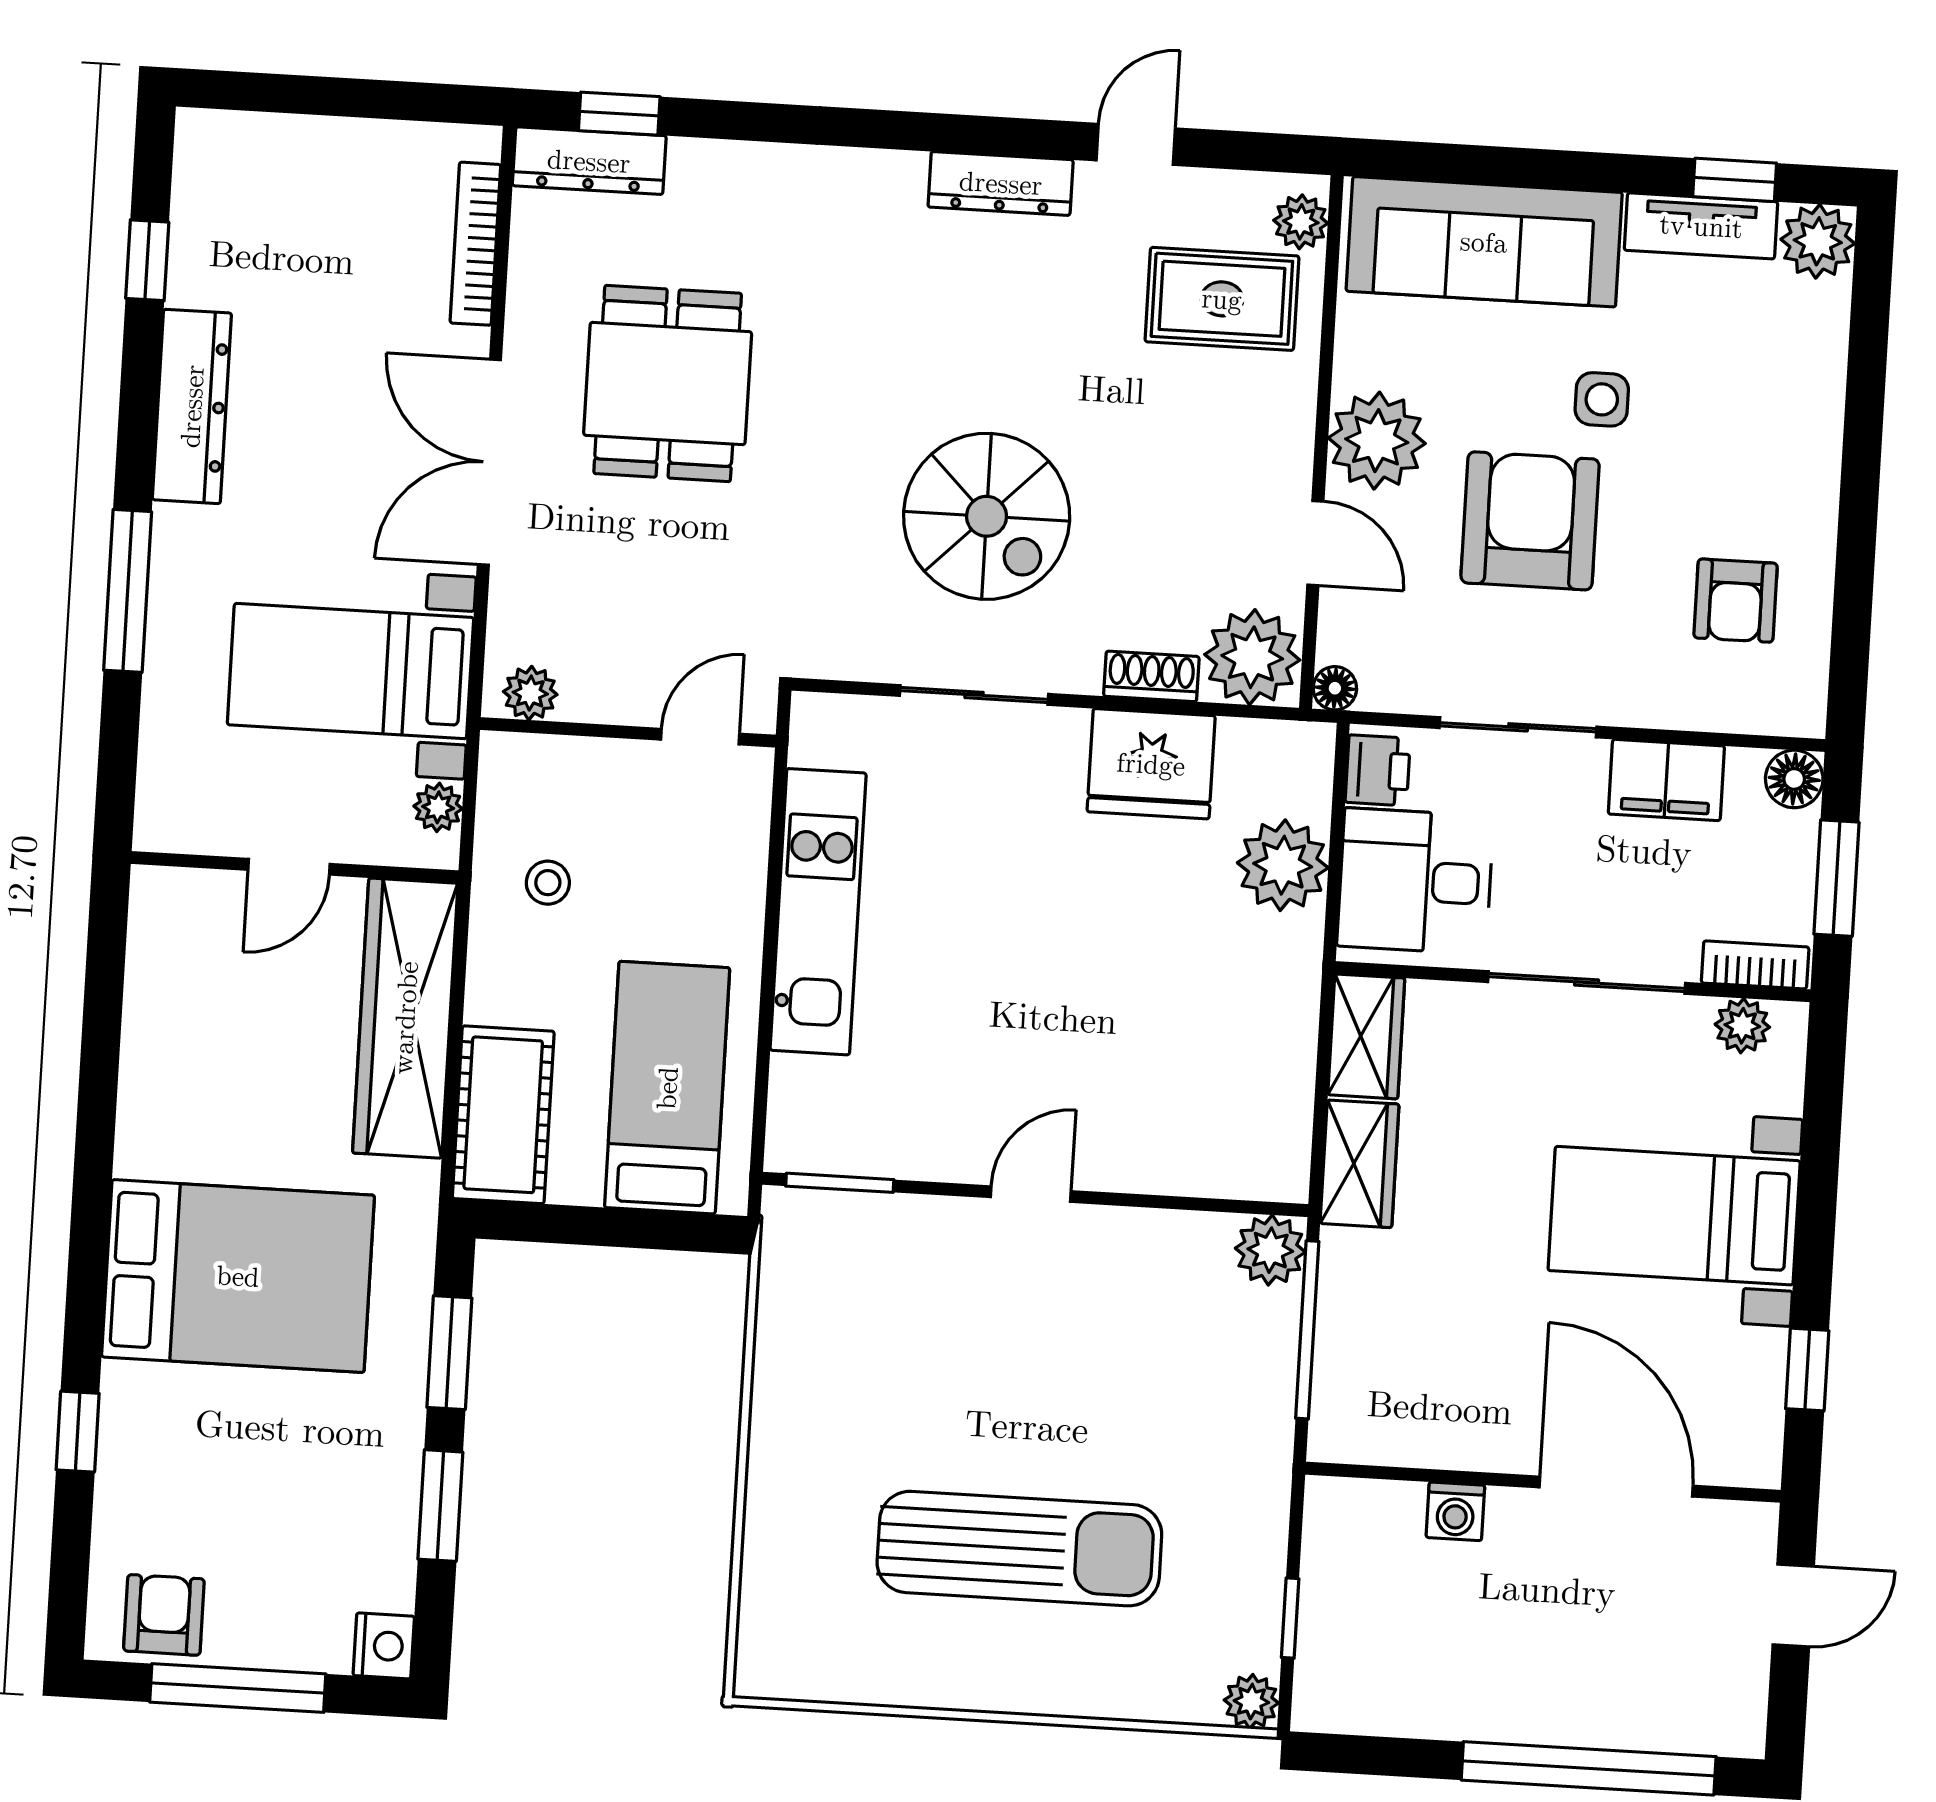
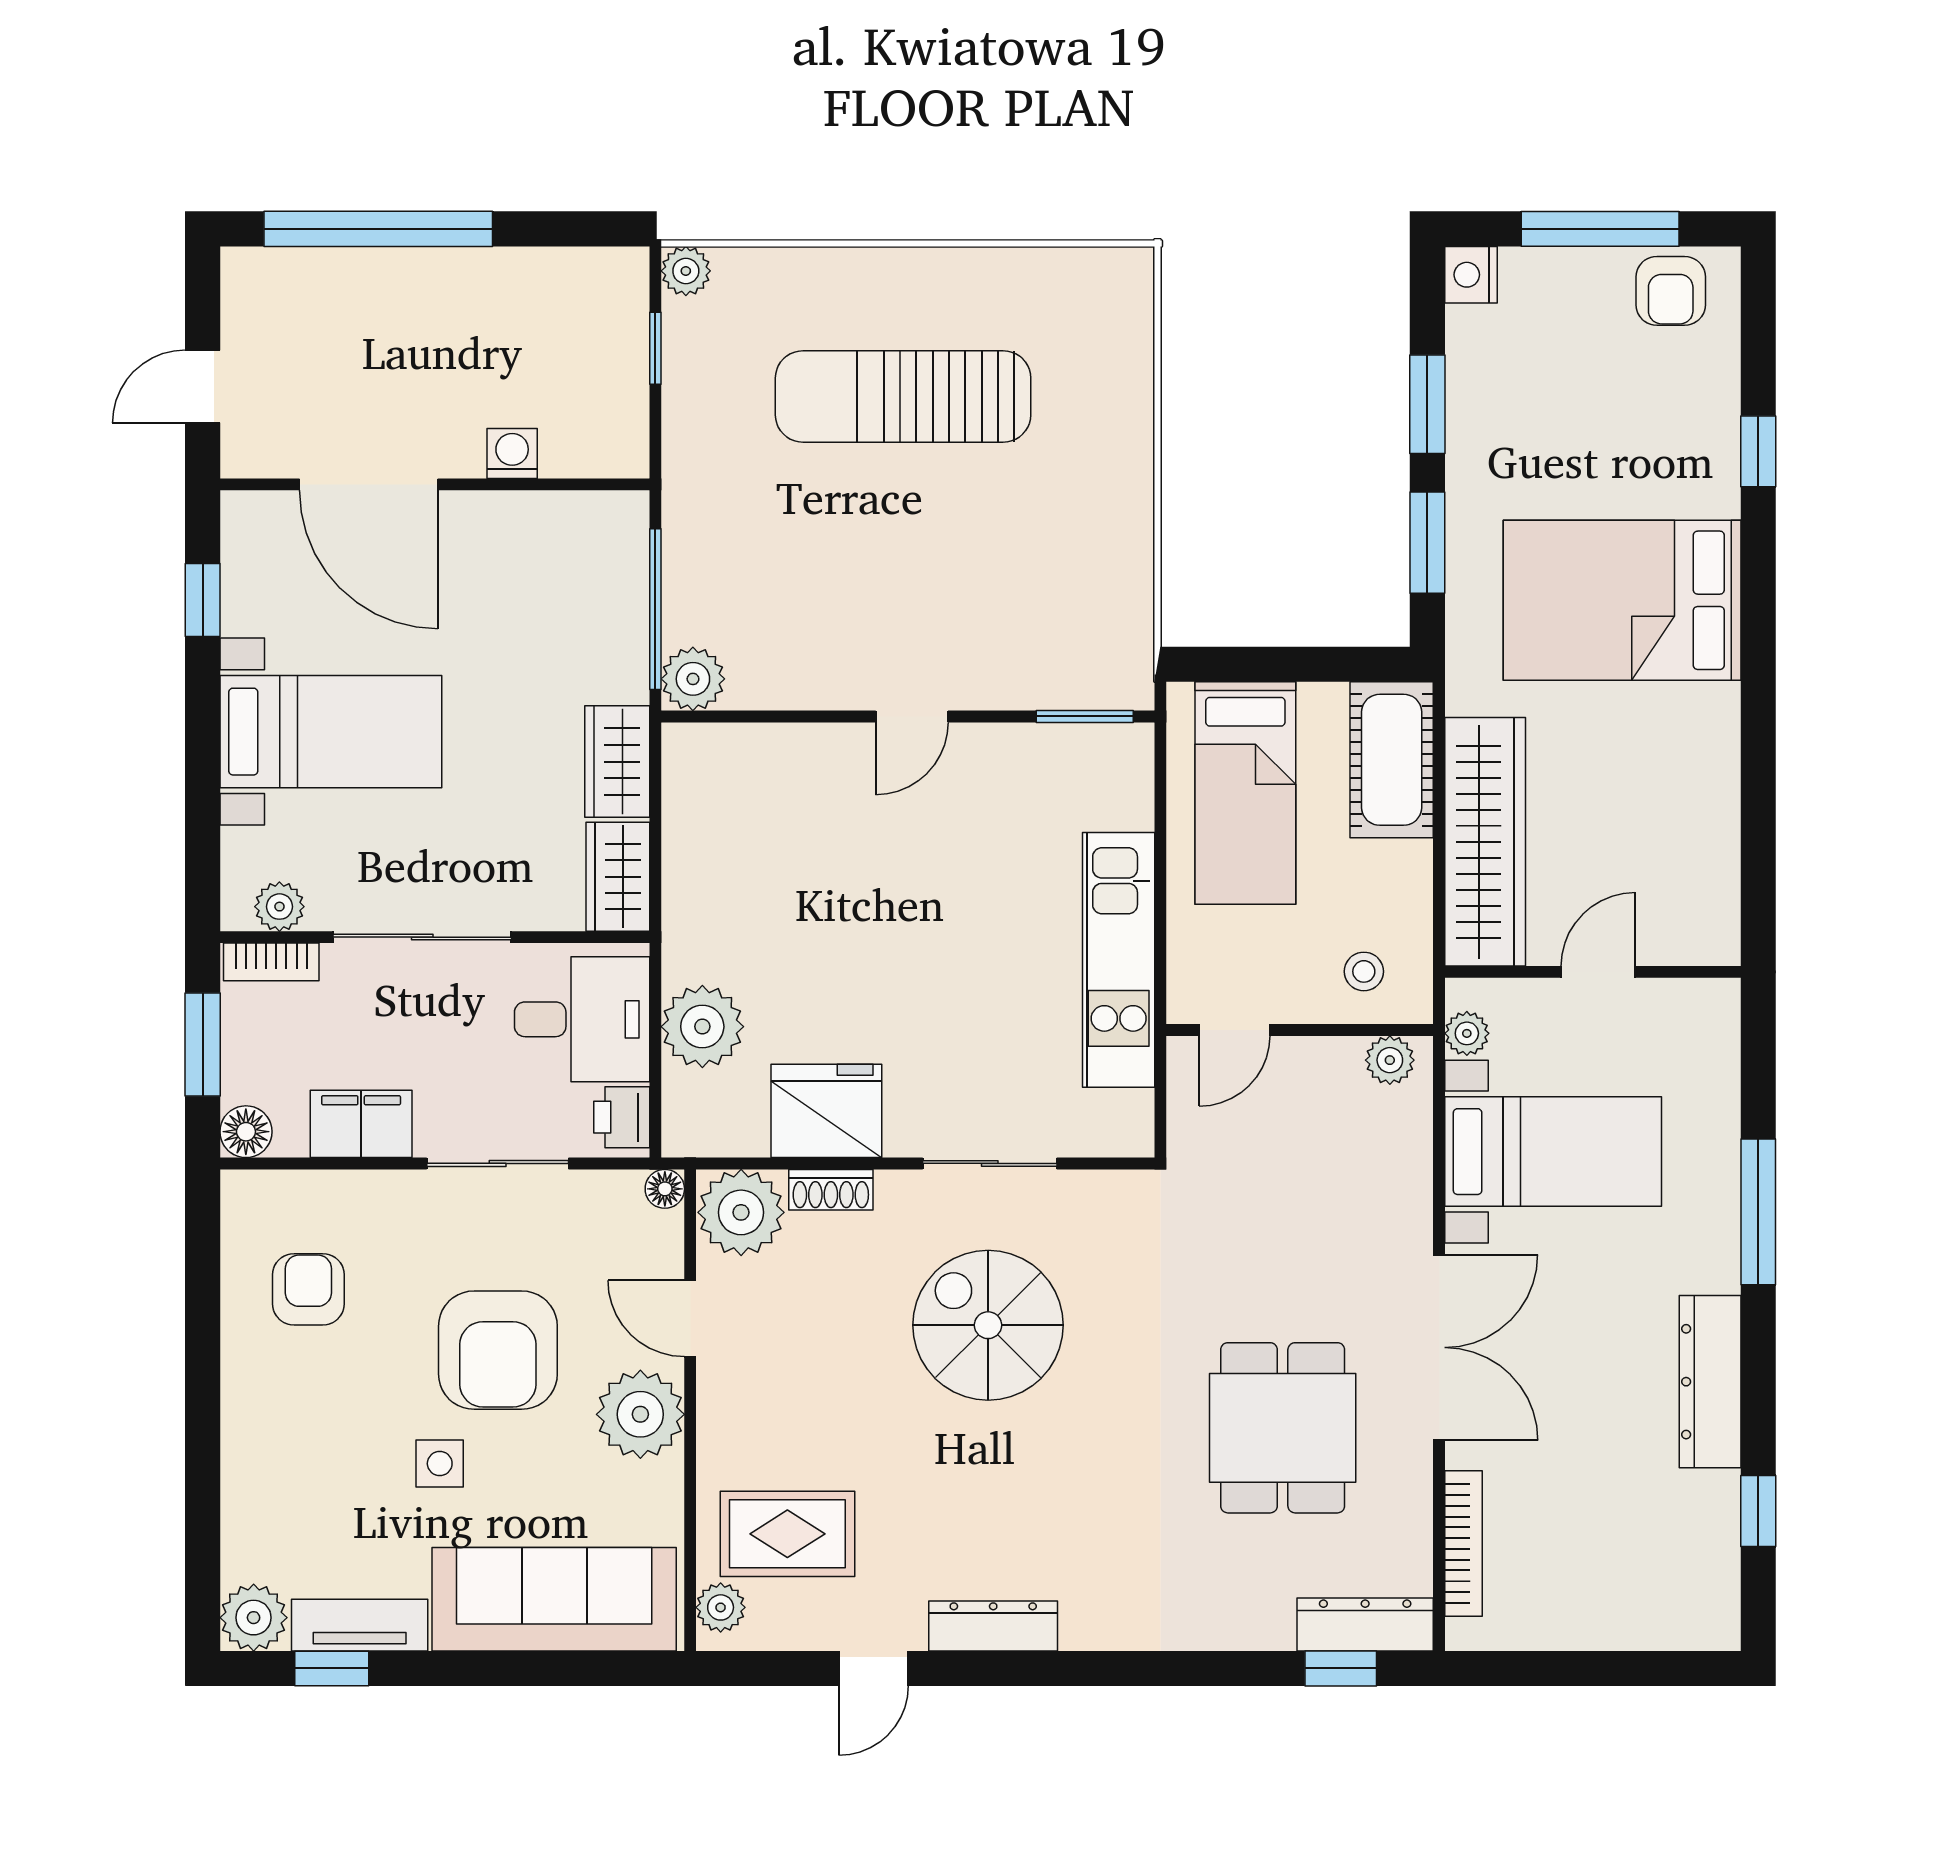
plant: (530, 693) -> (1390, 1060), moved
wall: (628, 732) -> (1300, 1030), moved
door: (700, 737) -> (1234, 1030), moved

